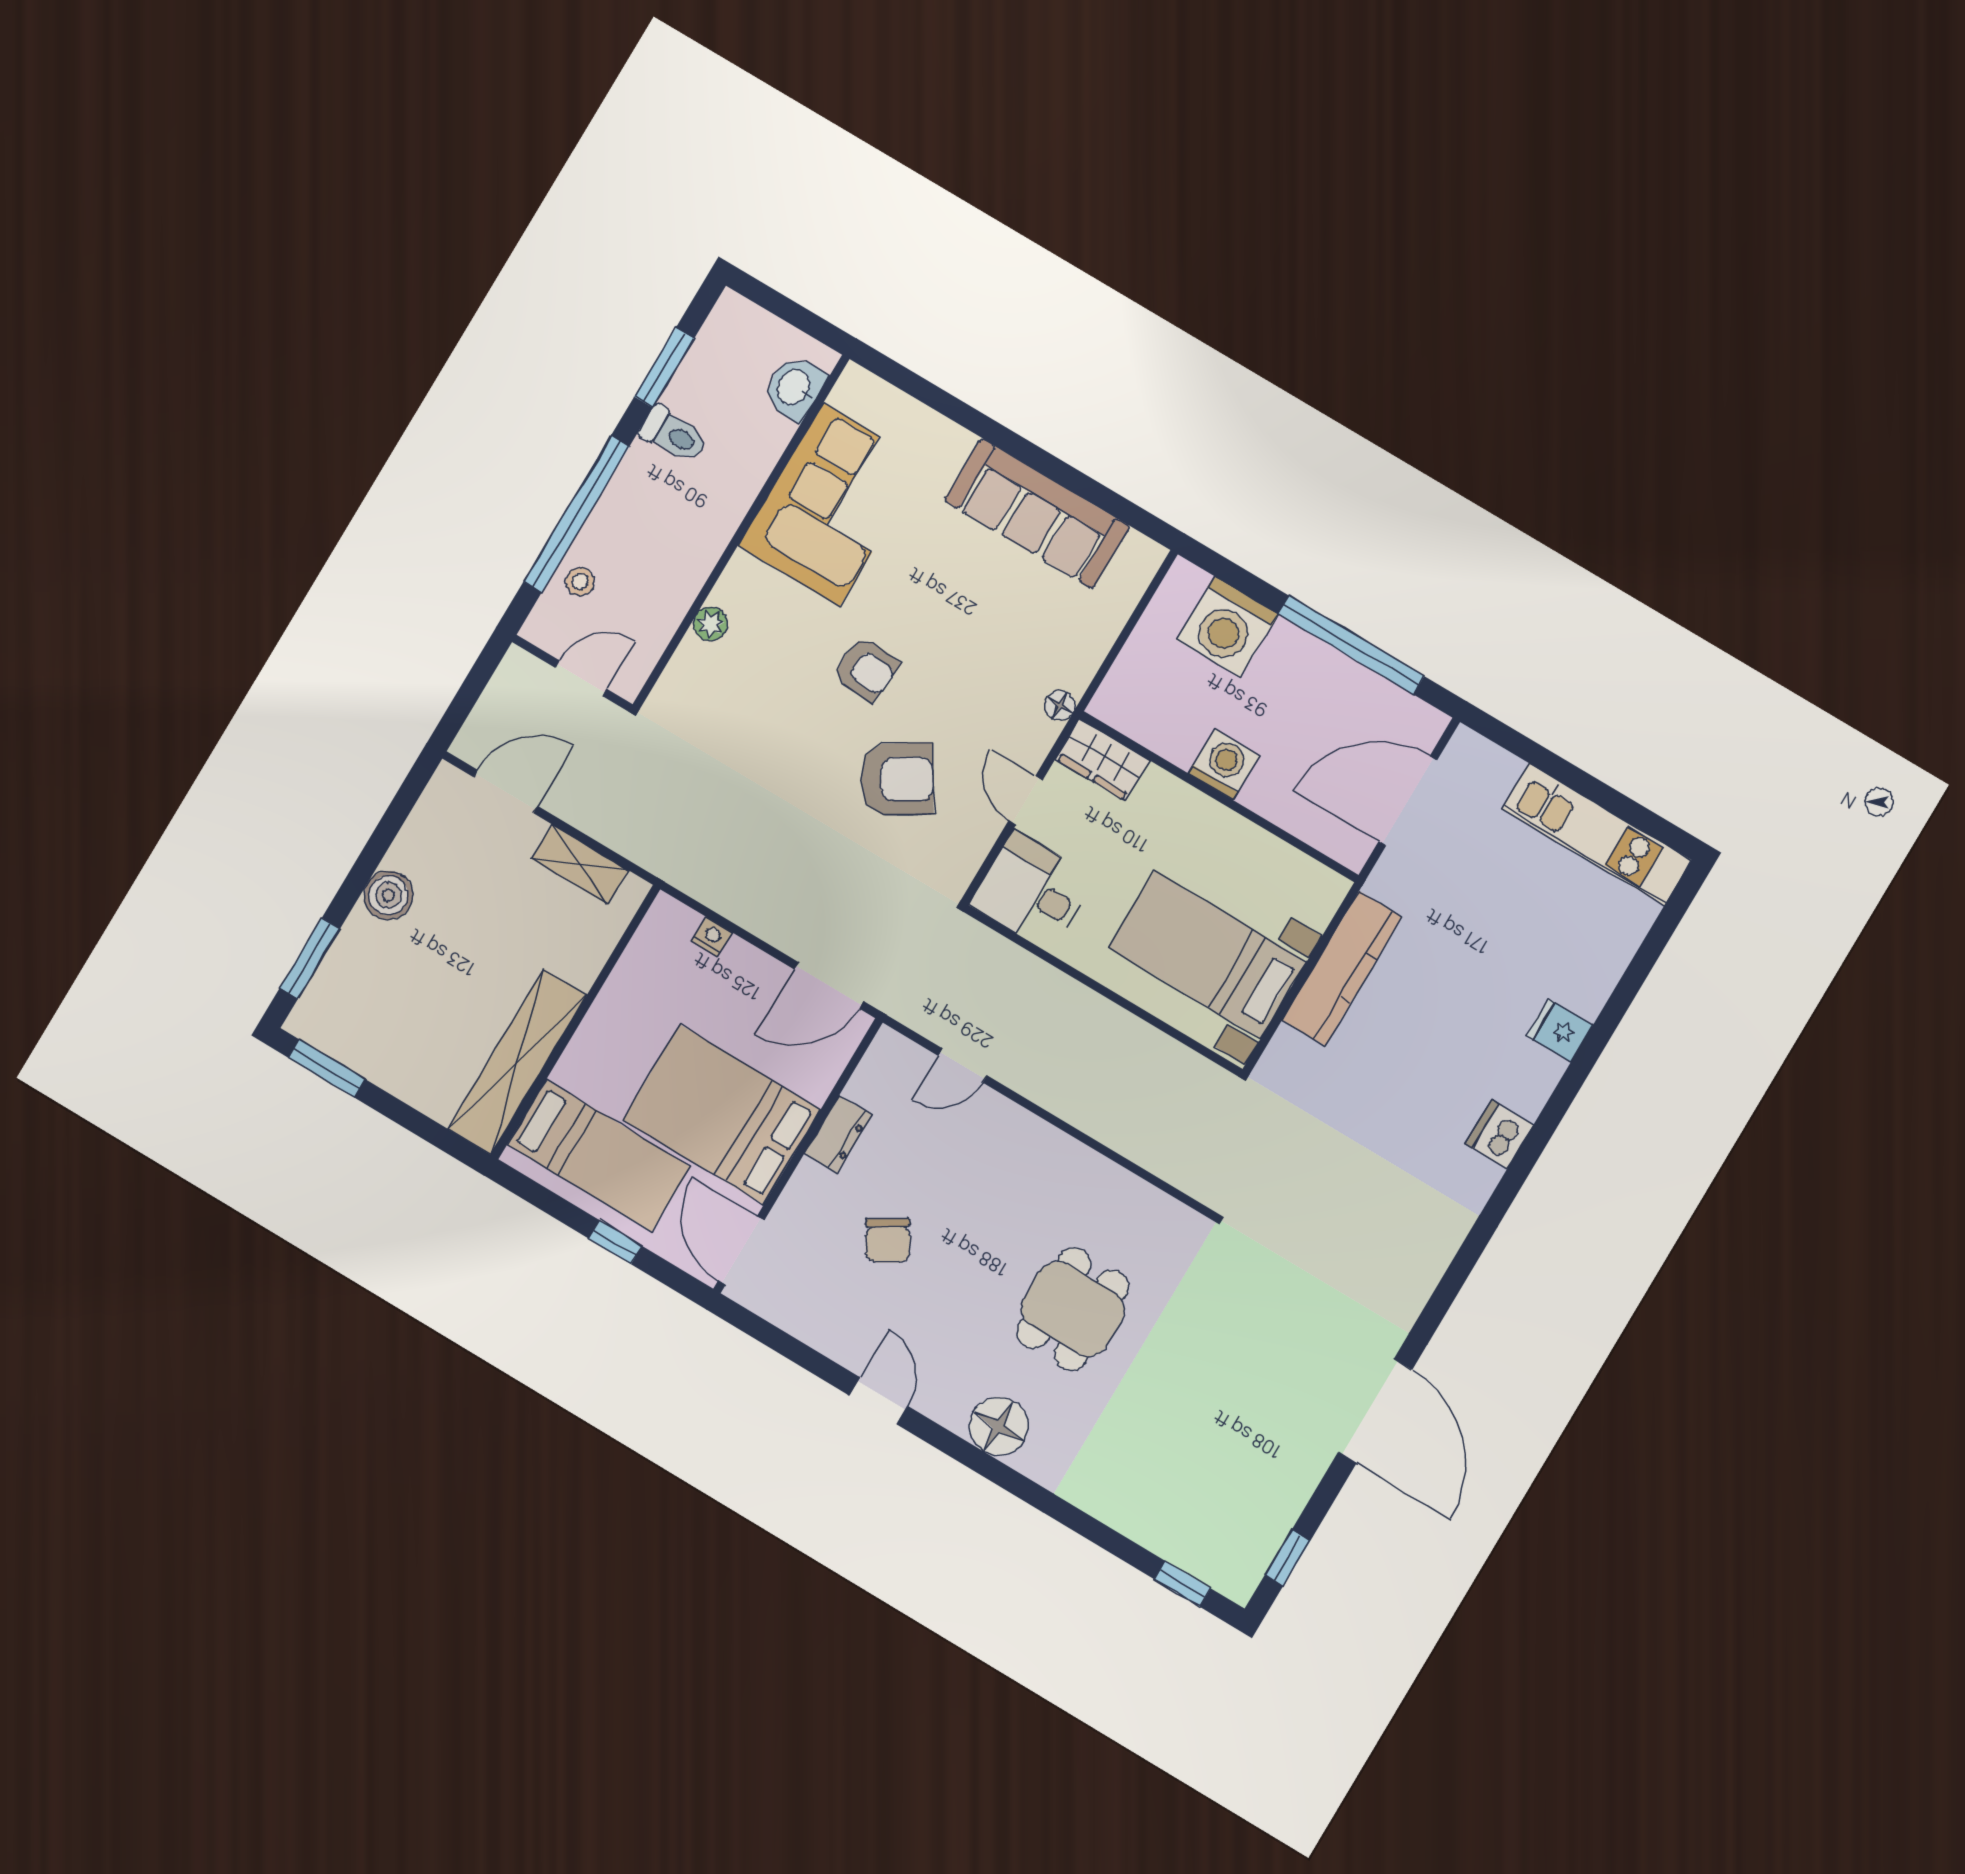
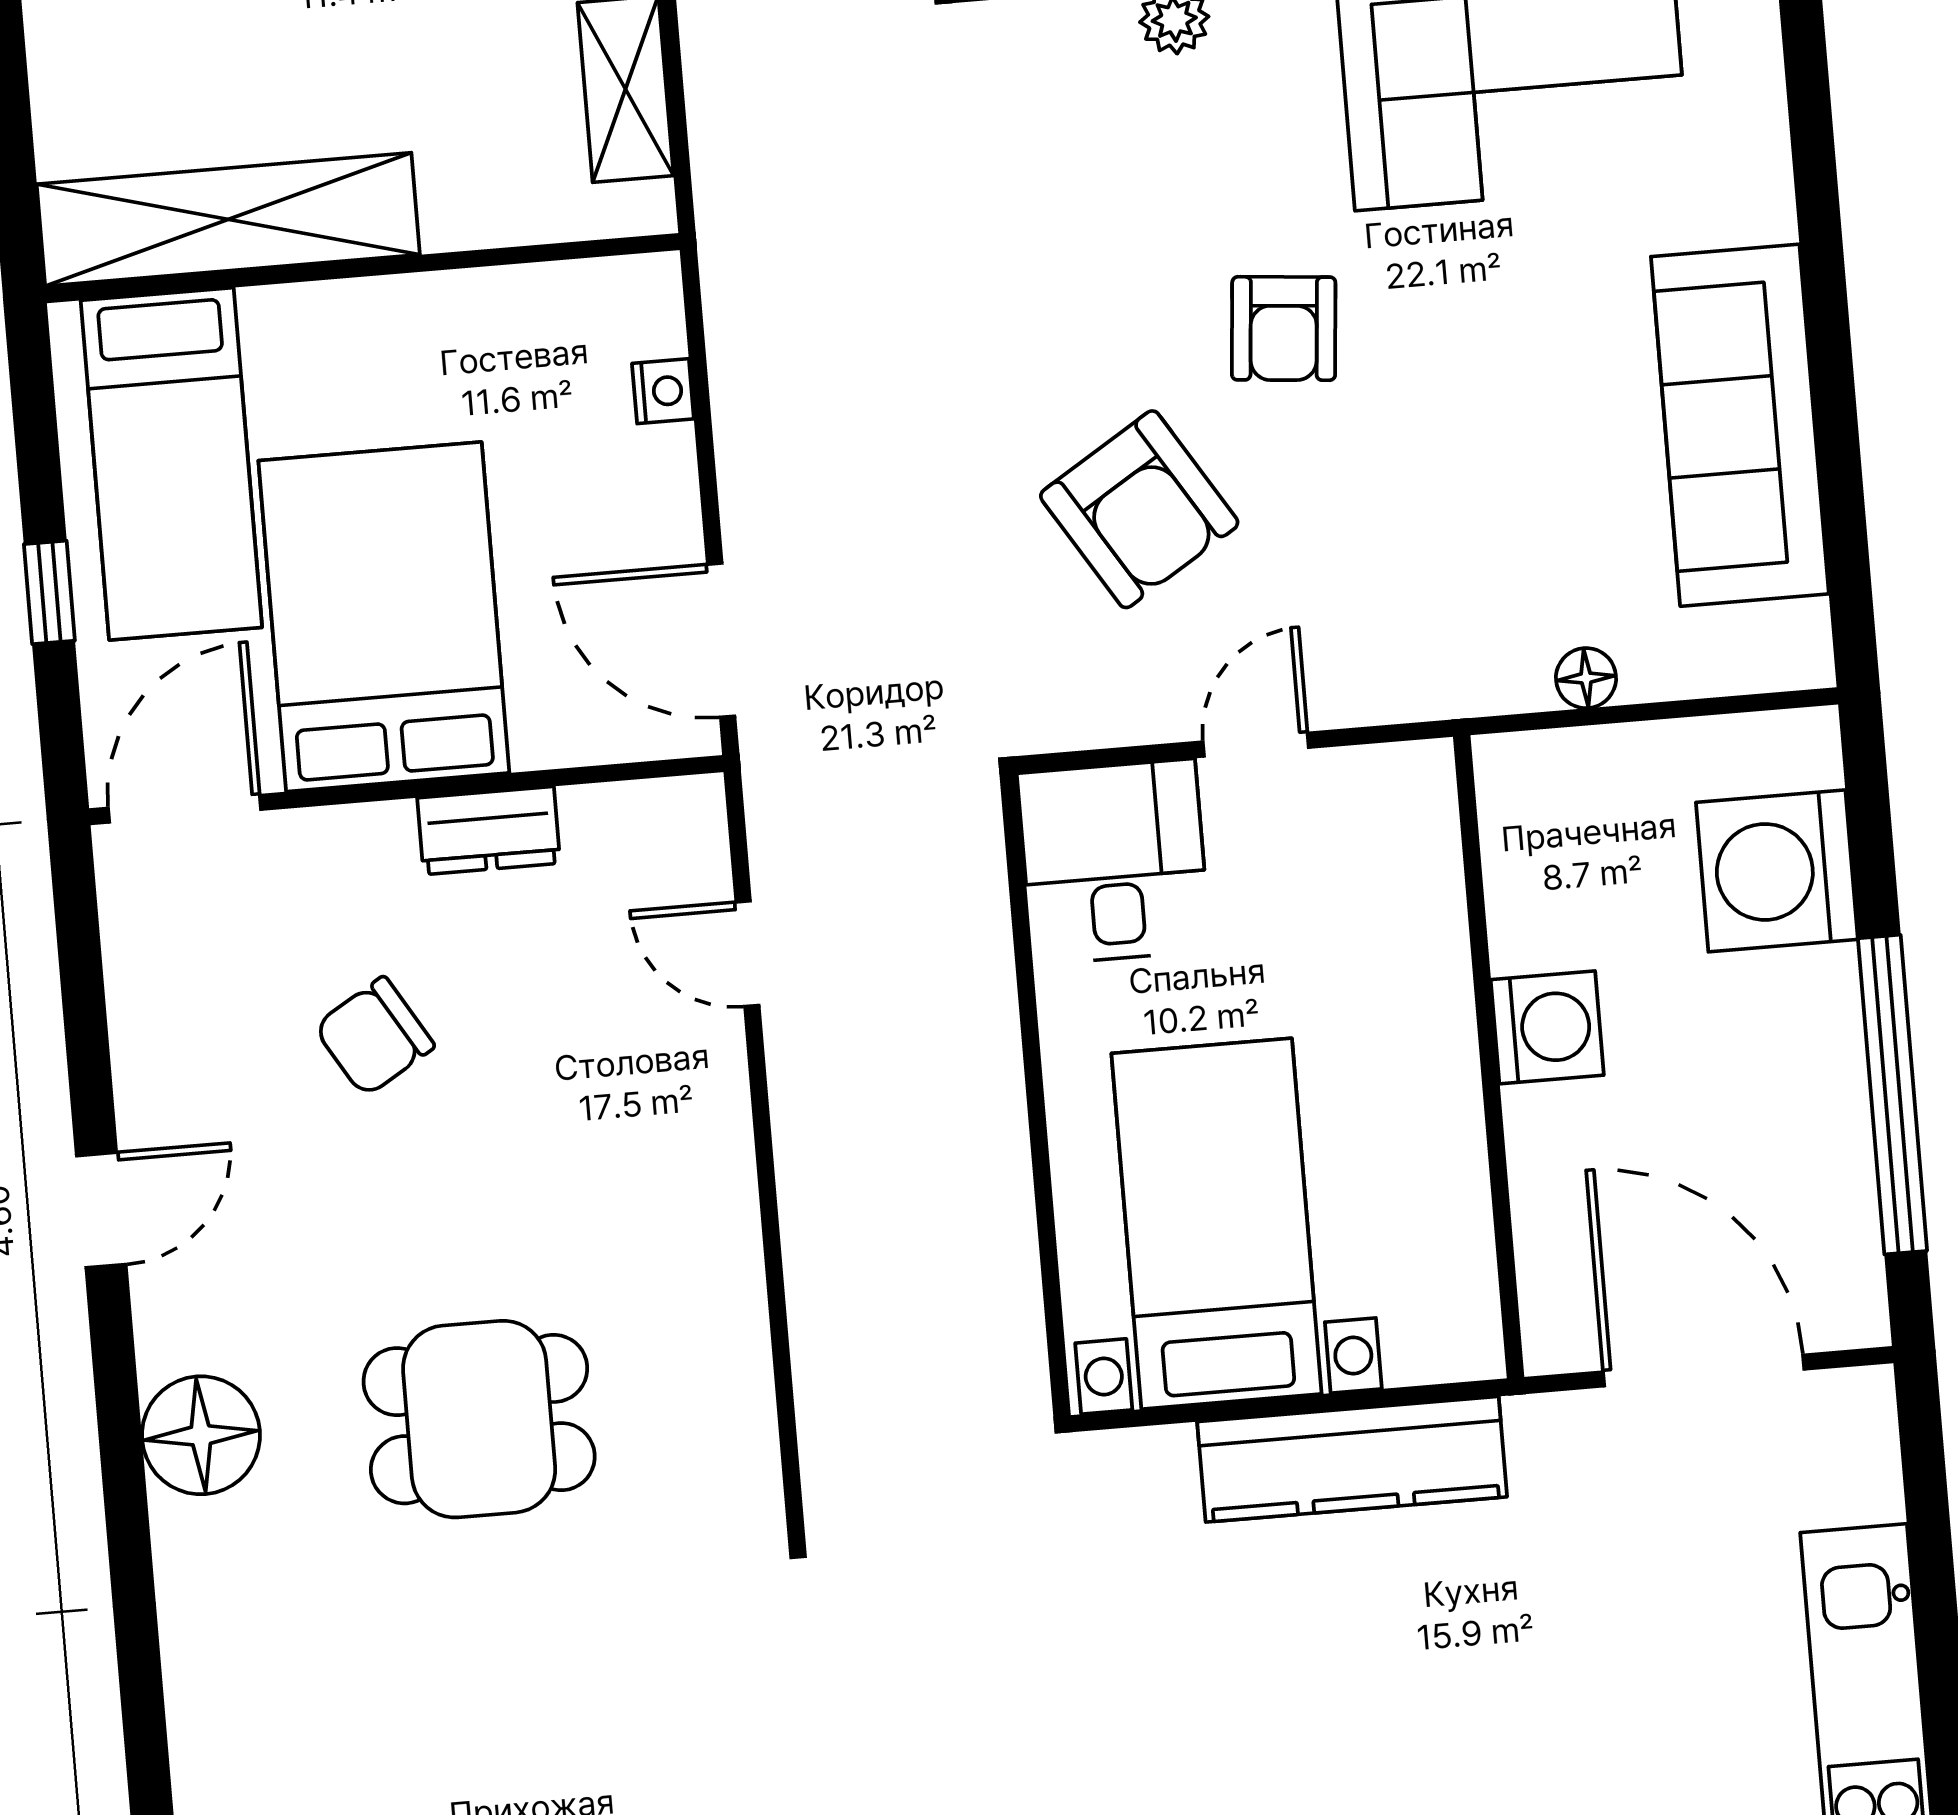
floor lamp: (1060, 705) -> (1586, 678), moved
wardrobe: (1102, 760) -> (1412, 823), removed

